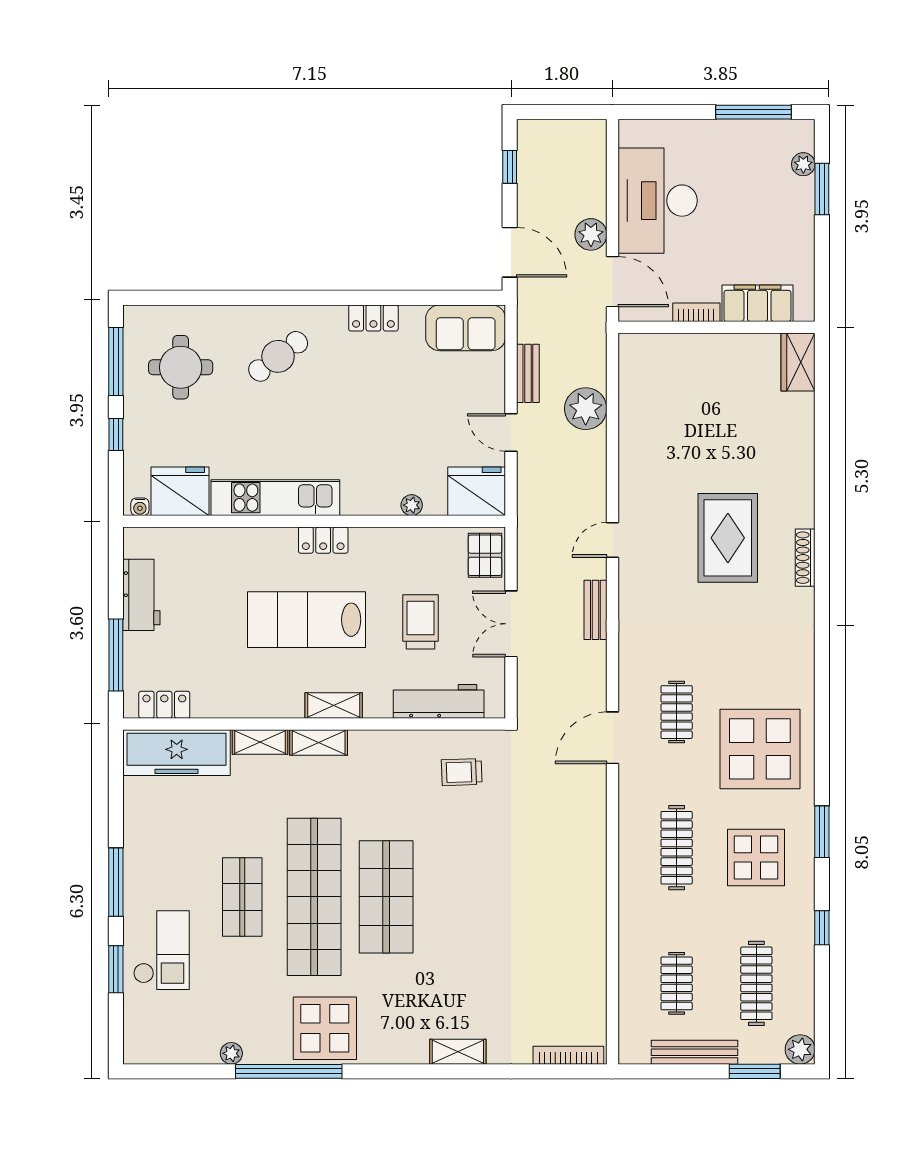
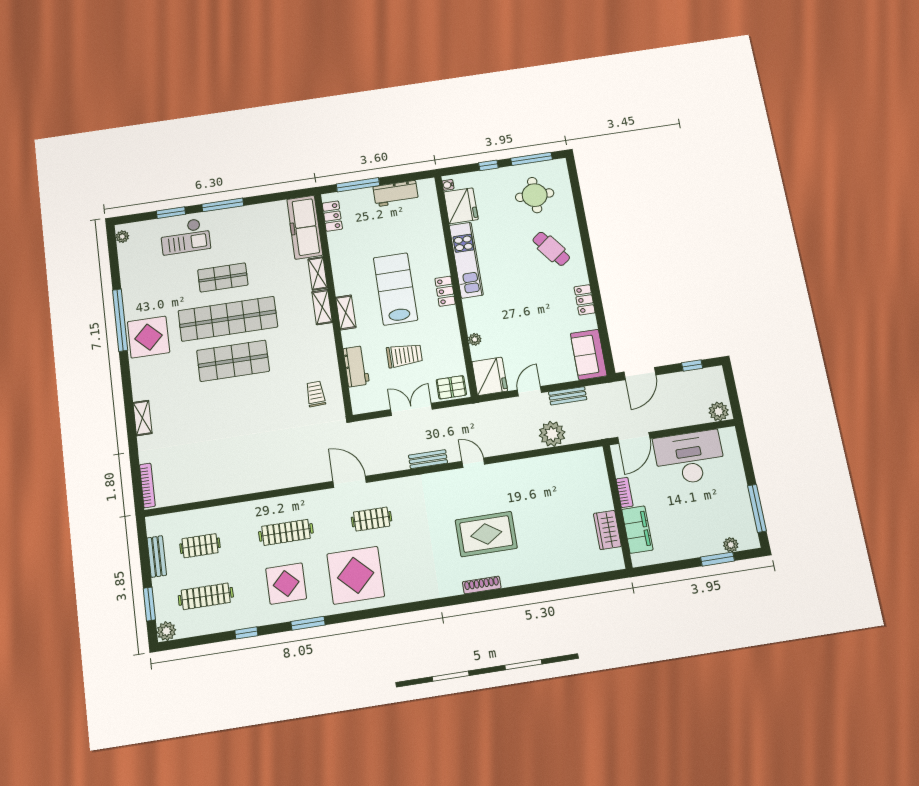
plant: (591, 234) -> (719, 411), moved
wardrobe: (798, 362) -> (607, 530), moved, turned -90
workbench: (439, 701) -> (356, 366), width x0.73
bench: (694, 1052) -> (157, 556), width x0.73
plant: (231, 1053) -> (122, 237), moved

